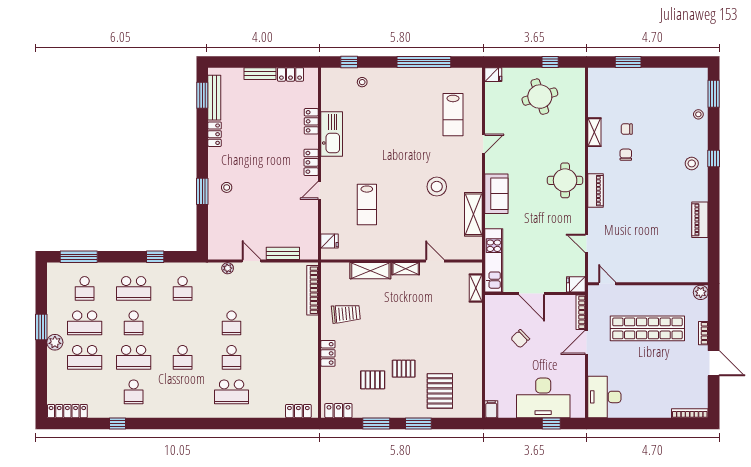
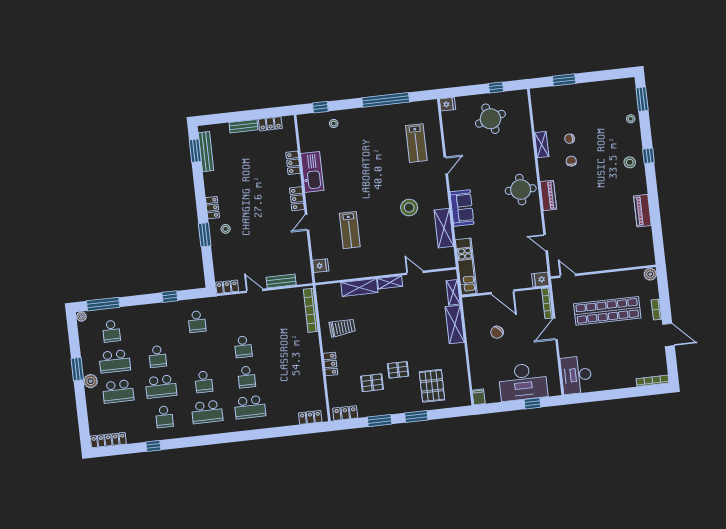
locker: (215, 134) -> (212, 208), moved
locker: (221, 253) -> (227, 287), added
plant: (228, 268) -> (81, 317), moved
school desk: (134, 288) -> (207, 412), moved
shelving: (473, 325) -> (455, 325), added

